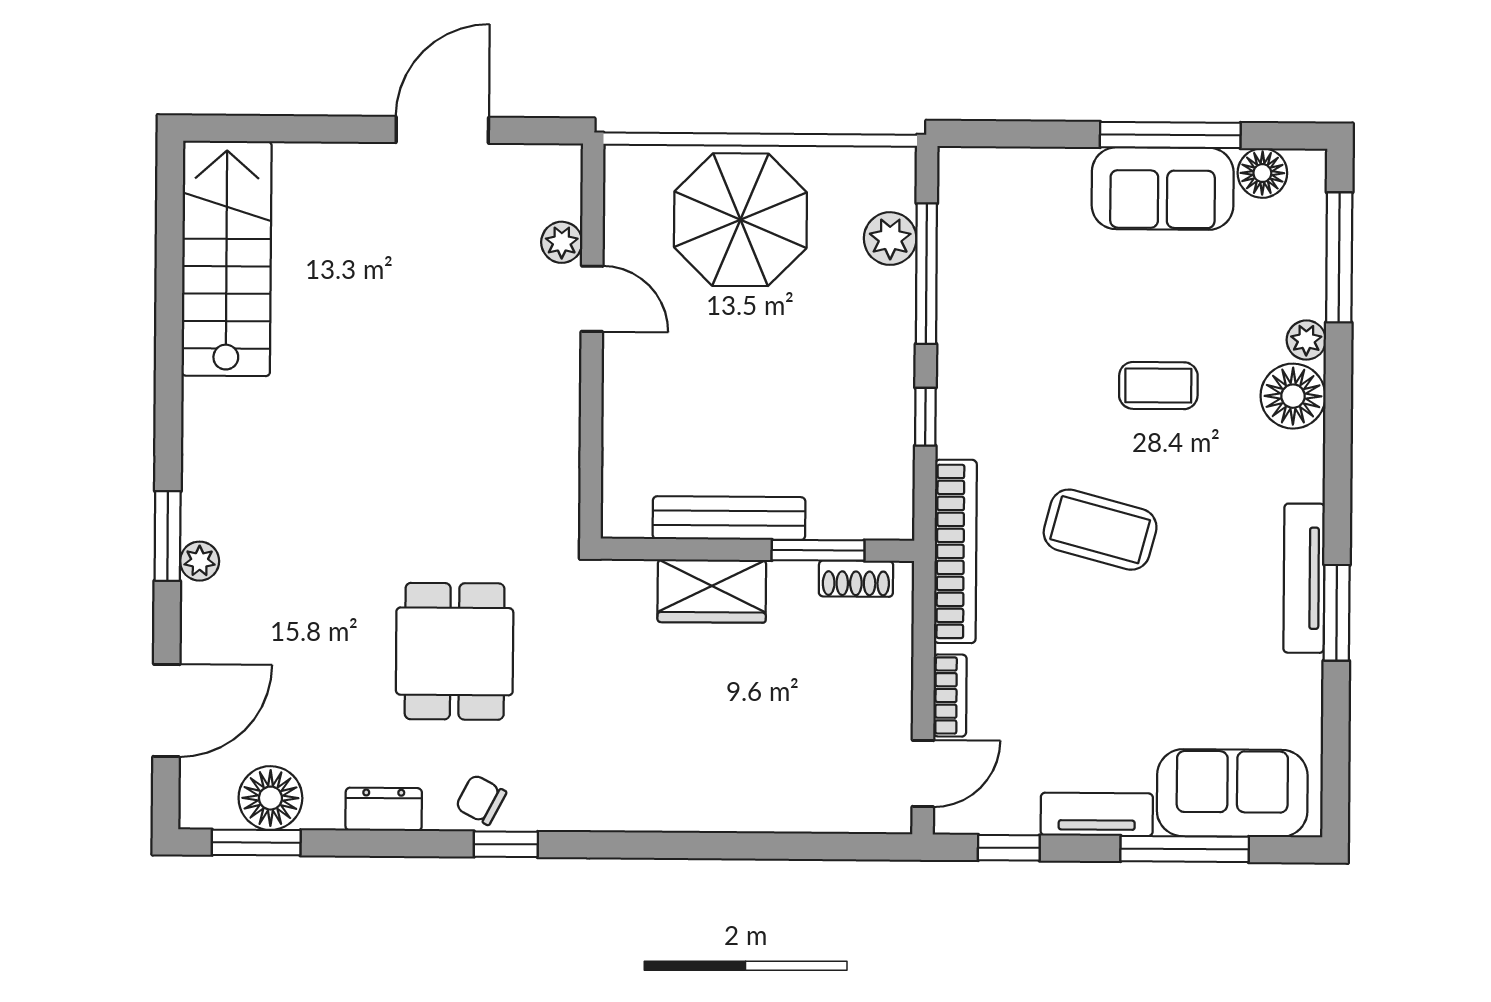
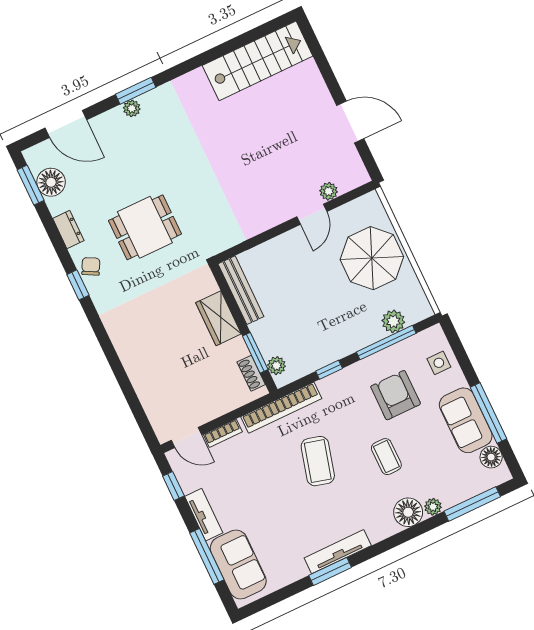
side table: (1019, 187) -> (439, 363), added
armchair: (1042, 307) -> (396, 395), added
bench: (729, 518) -> (241, 290), moved
plant: (865, 520) -> (277, 366), added

